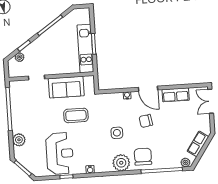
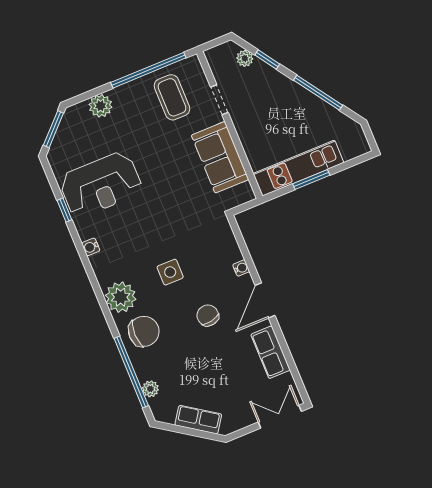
coffee table: (76, 115) -> (172, 97), moved
plant: (185, 162) -> (150, 389), moved

